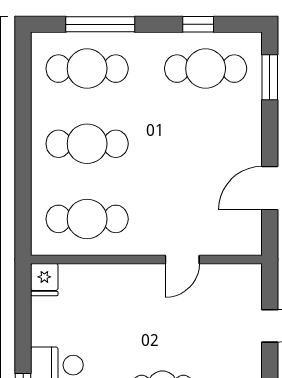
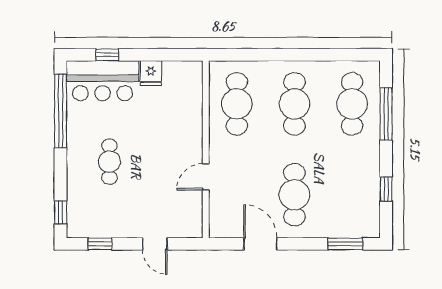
cafe table: (206, 69) -> (294, 195), moved
door: (182, 259) -> (206, 177), hinge flipped
fridge: (44, 280) -> (151, 73), moved, turned -90

